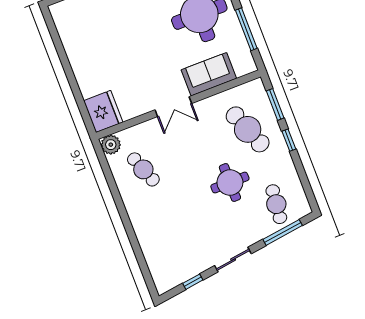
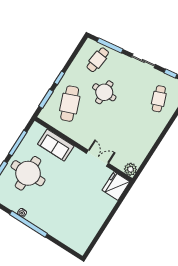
double door: (173, 107) -> (97, 158), moved
cafe table: (143, 169) -> (159, 99), moved

